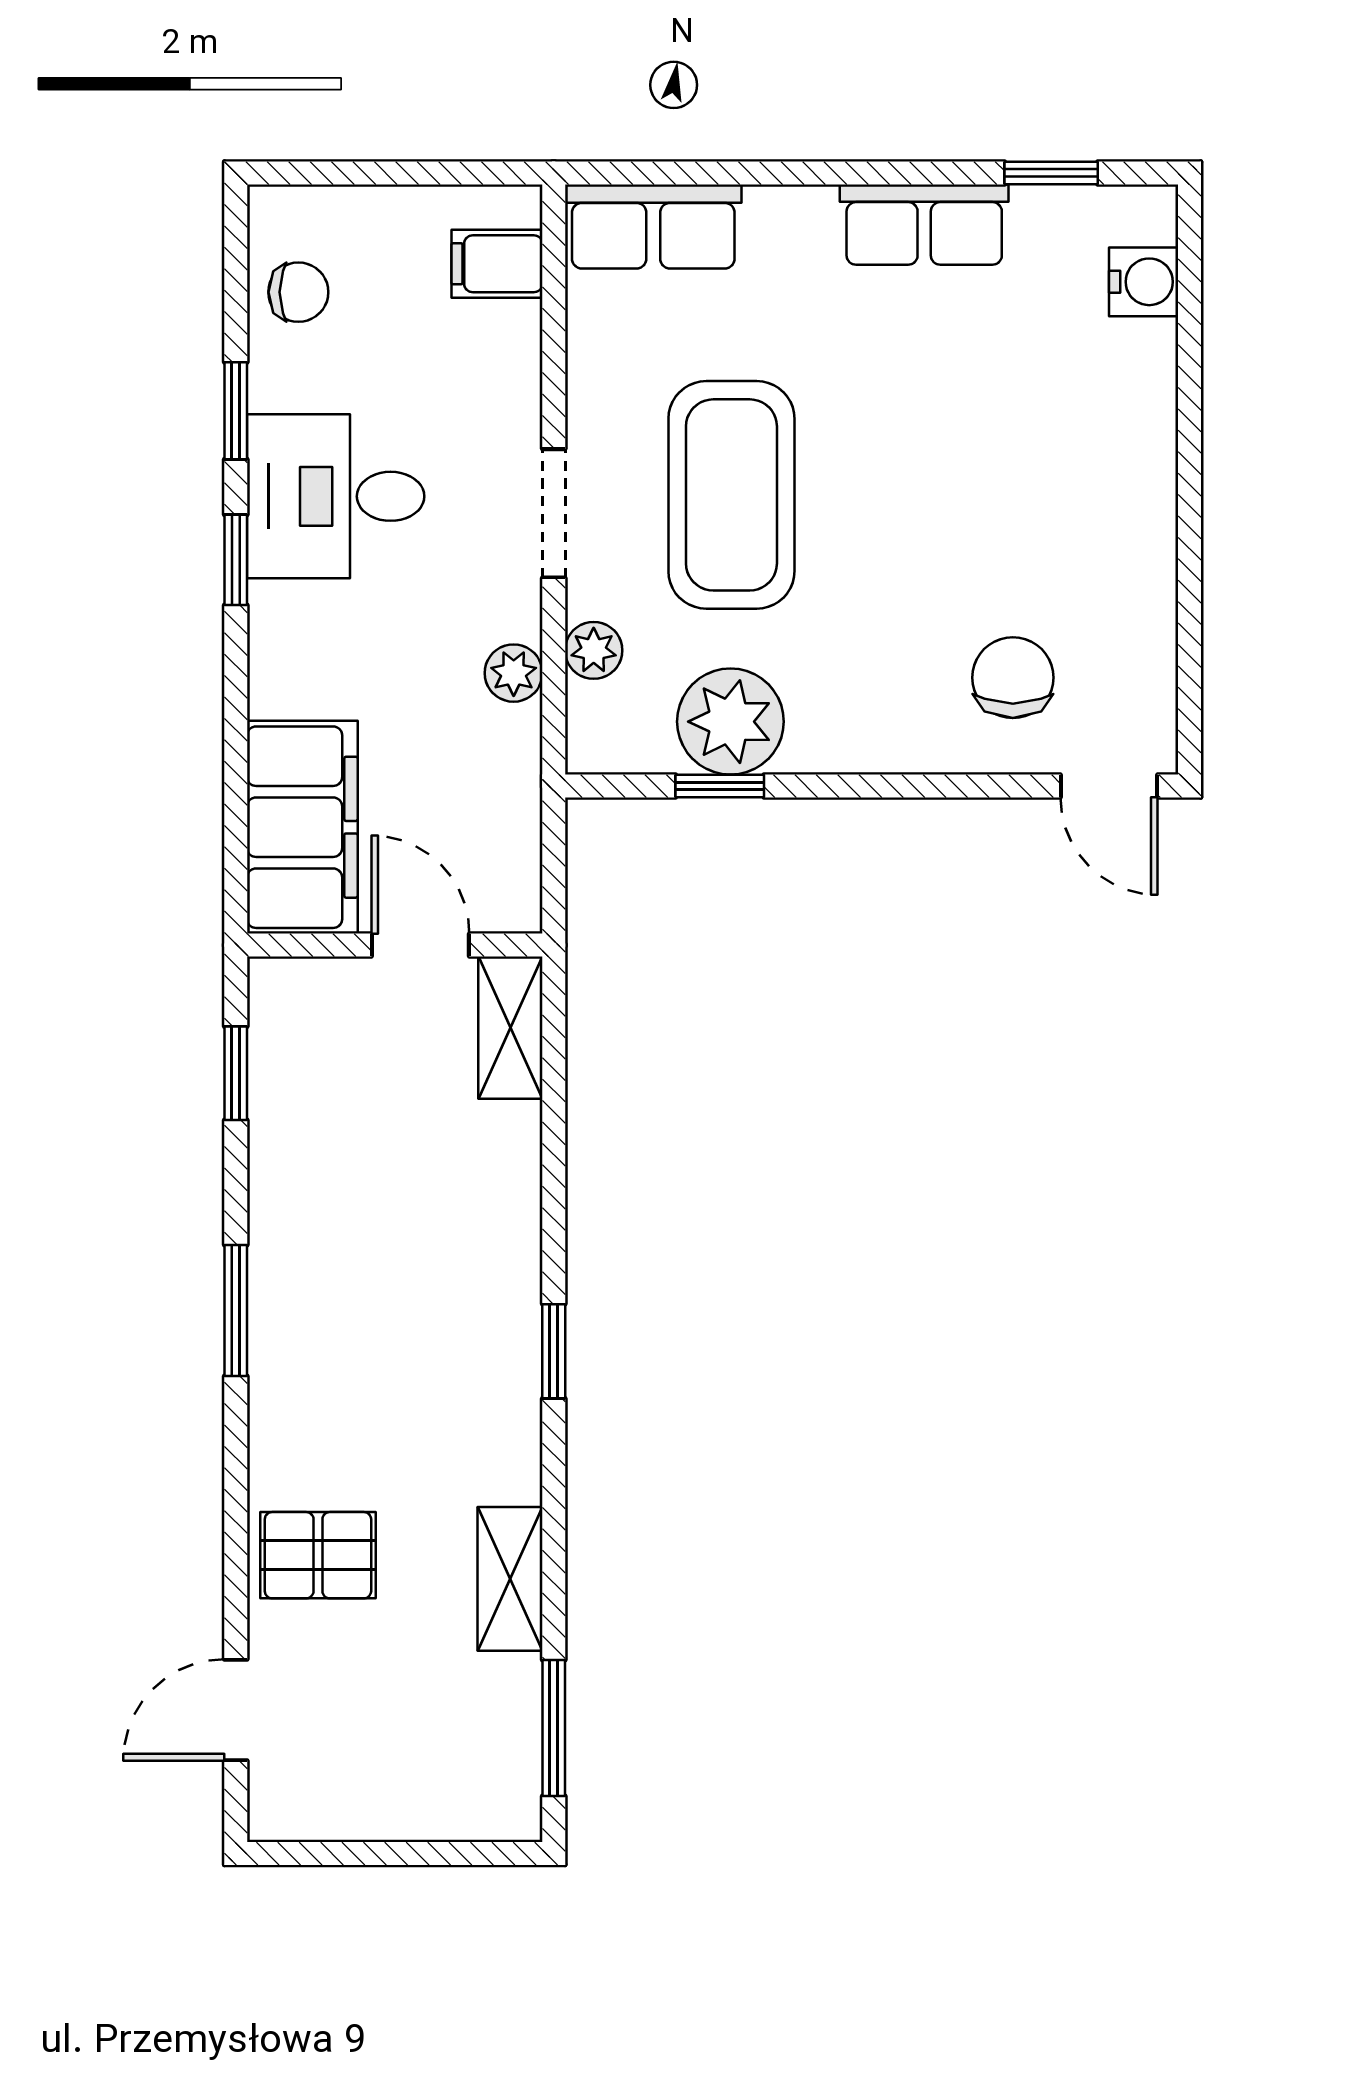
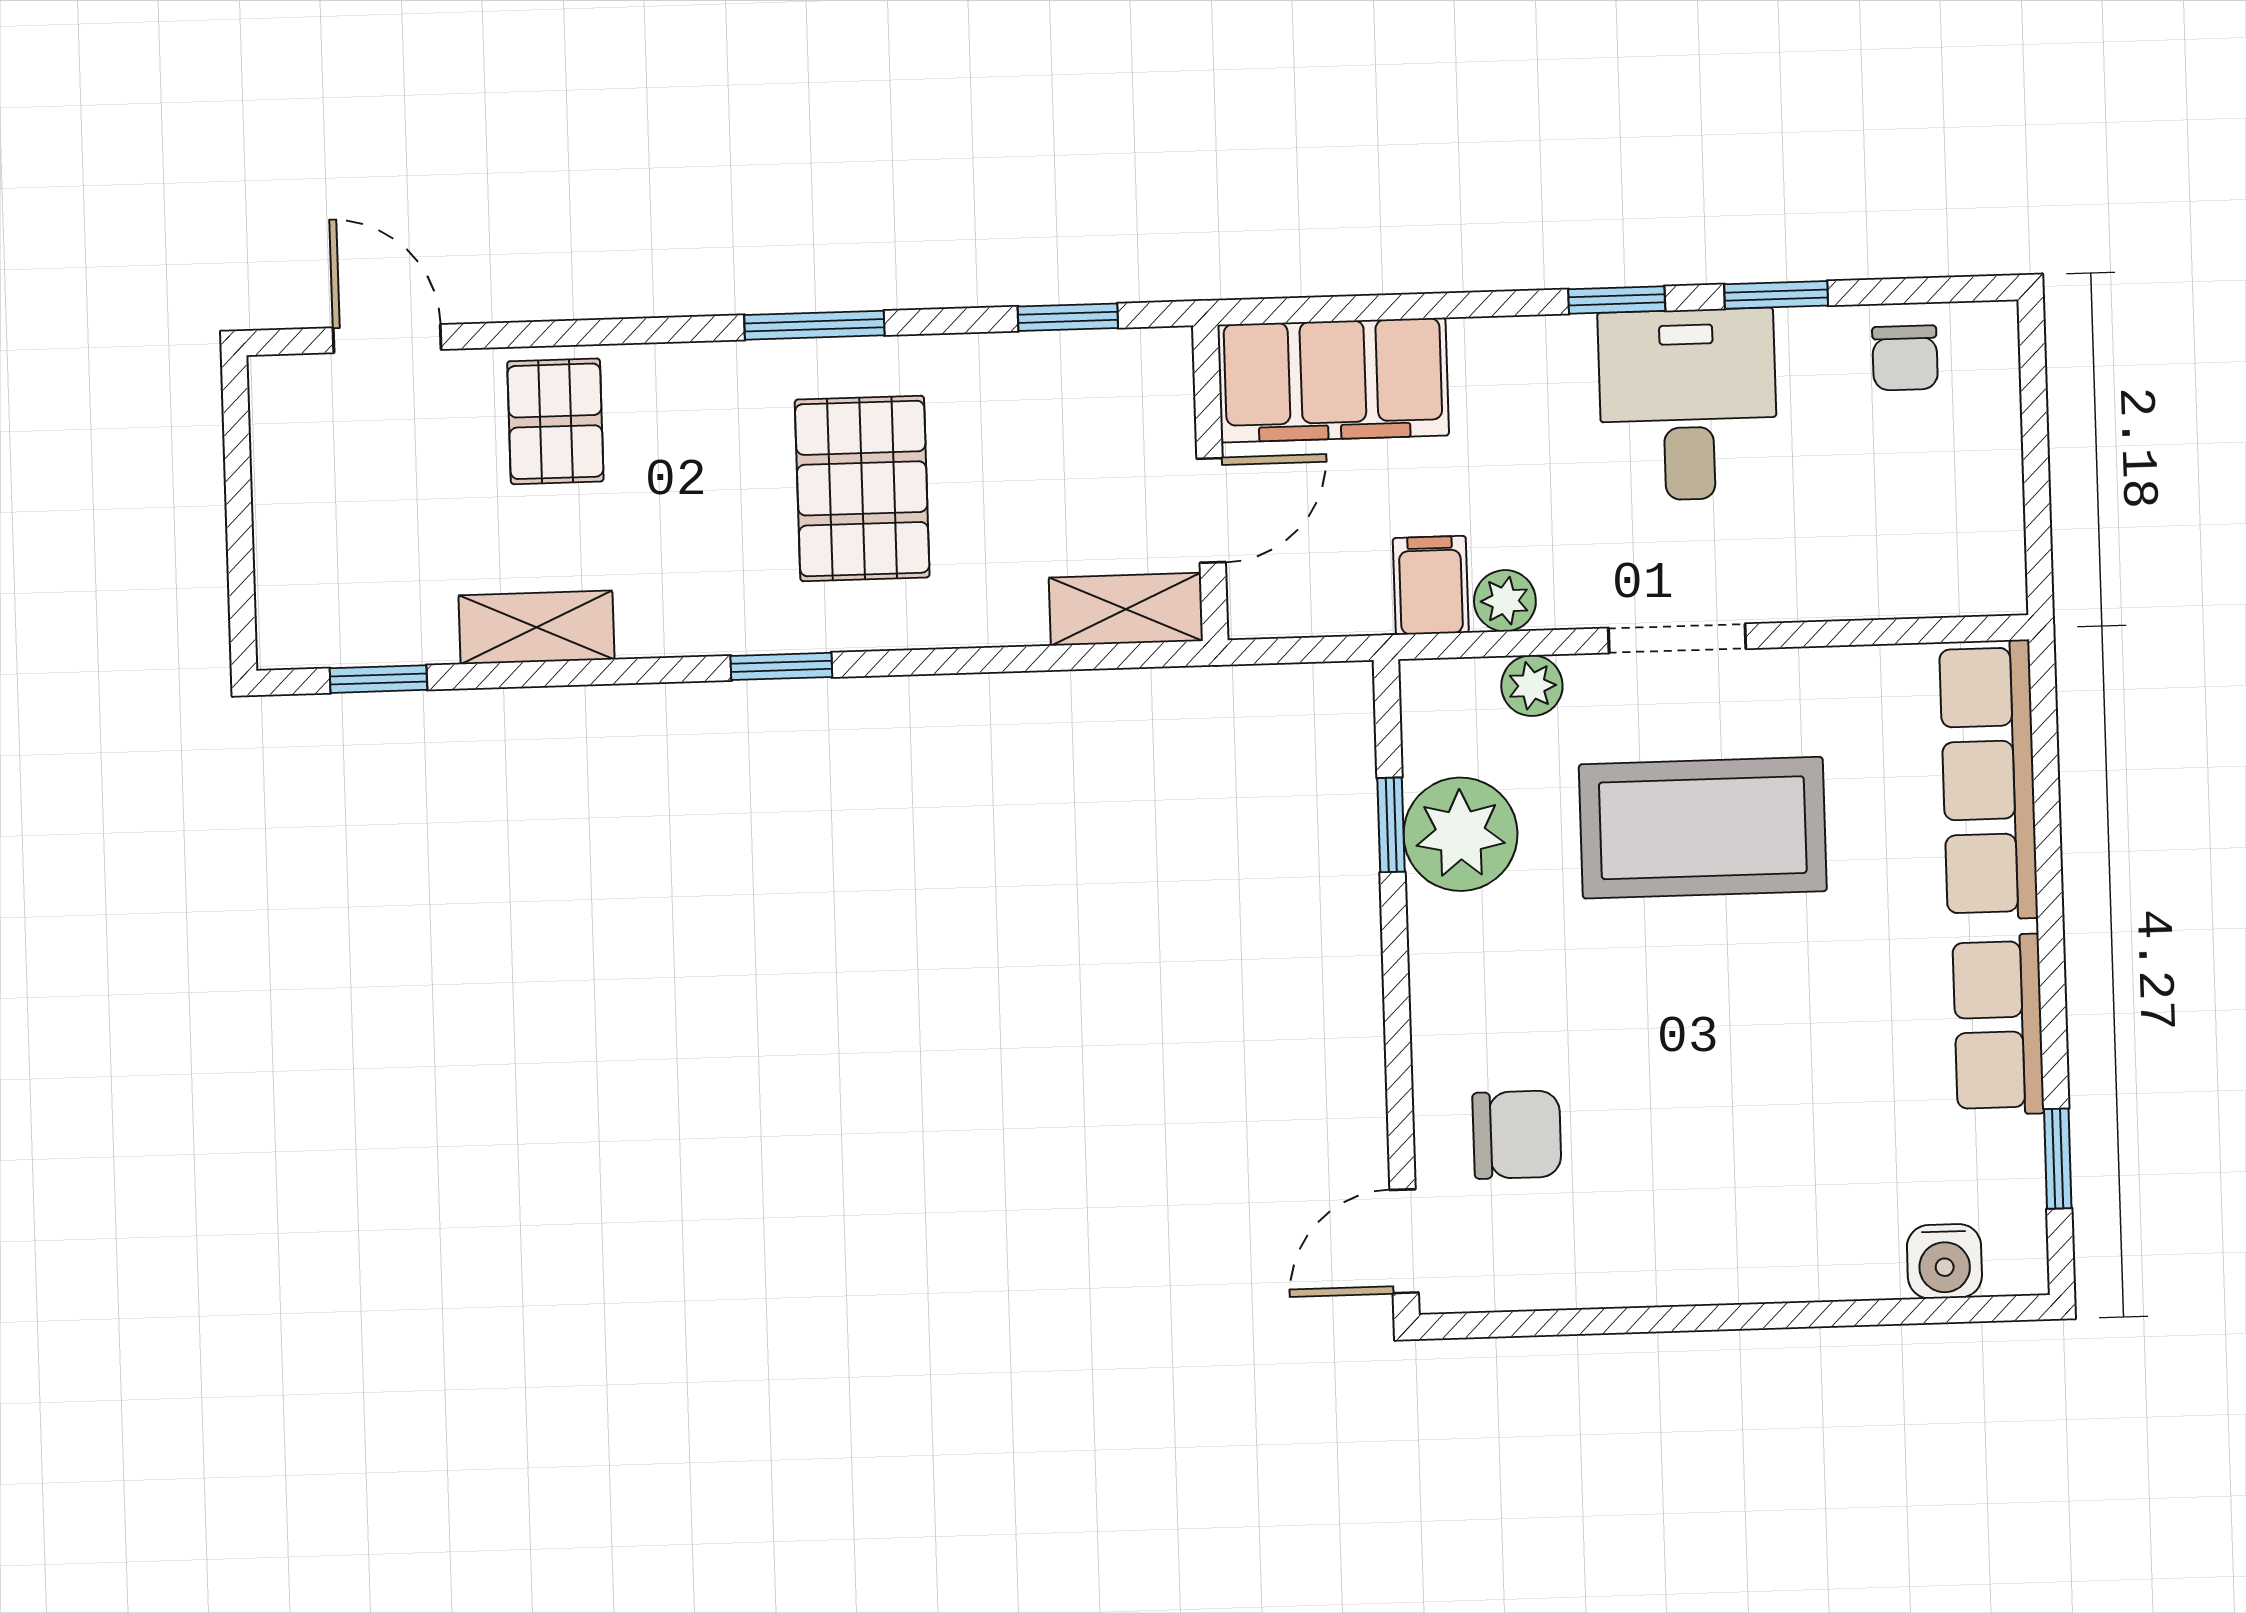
row of seats: (653, 226) -> (1989, 780), width x1.48
filing cabinet: (497, 264) -> (1431, 585), moved
pallet: (390, 1271) -> (862, 488), added
window: (554, 1728) -> (378, 679), width x0.67

